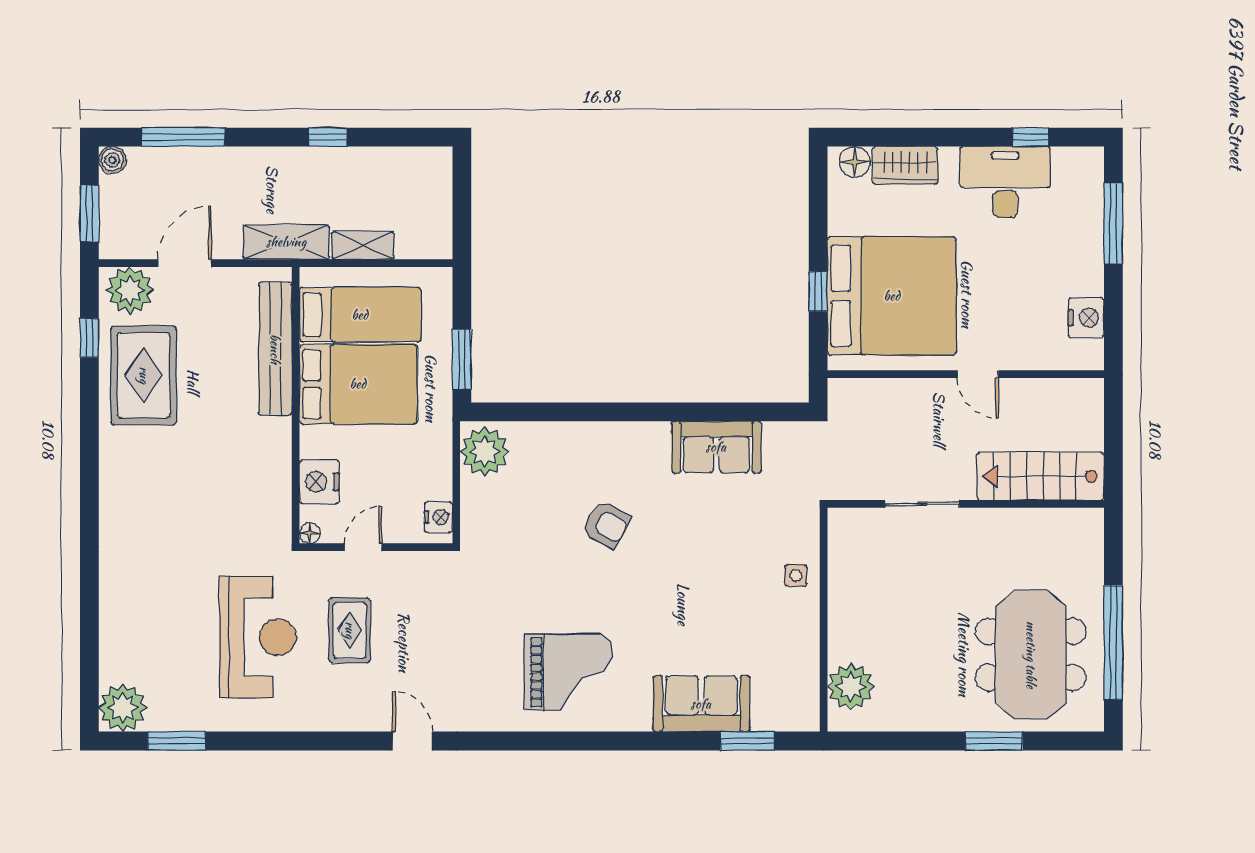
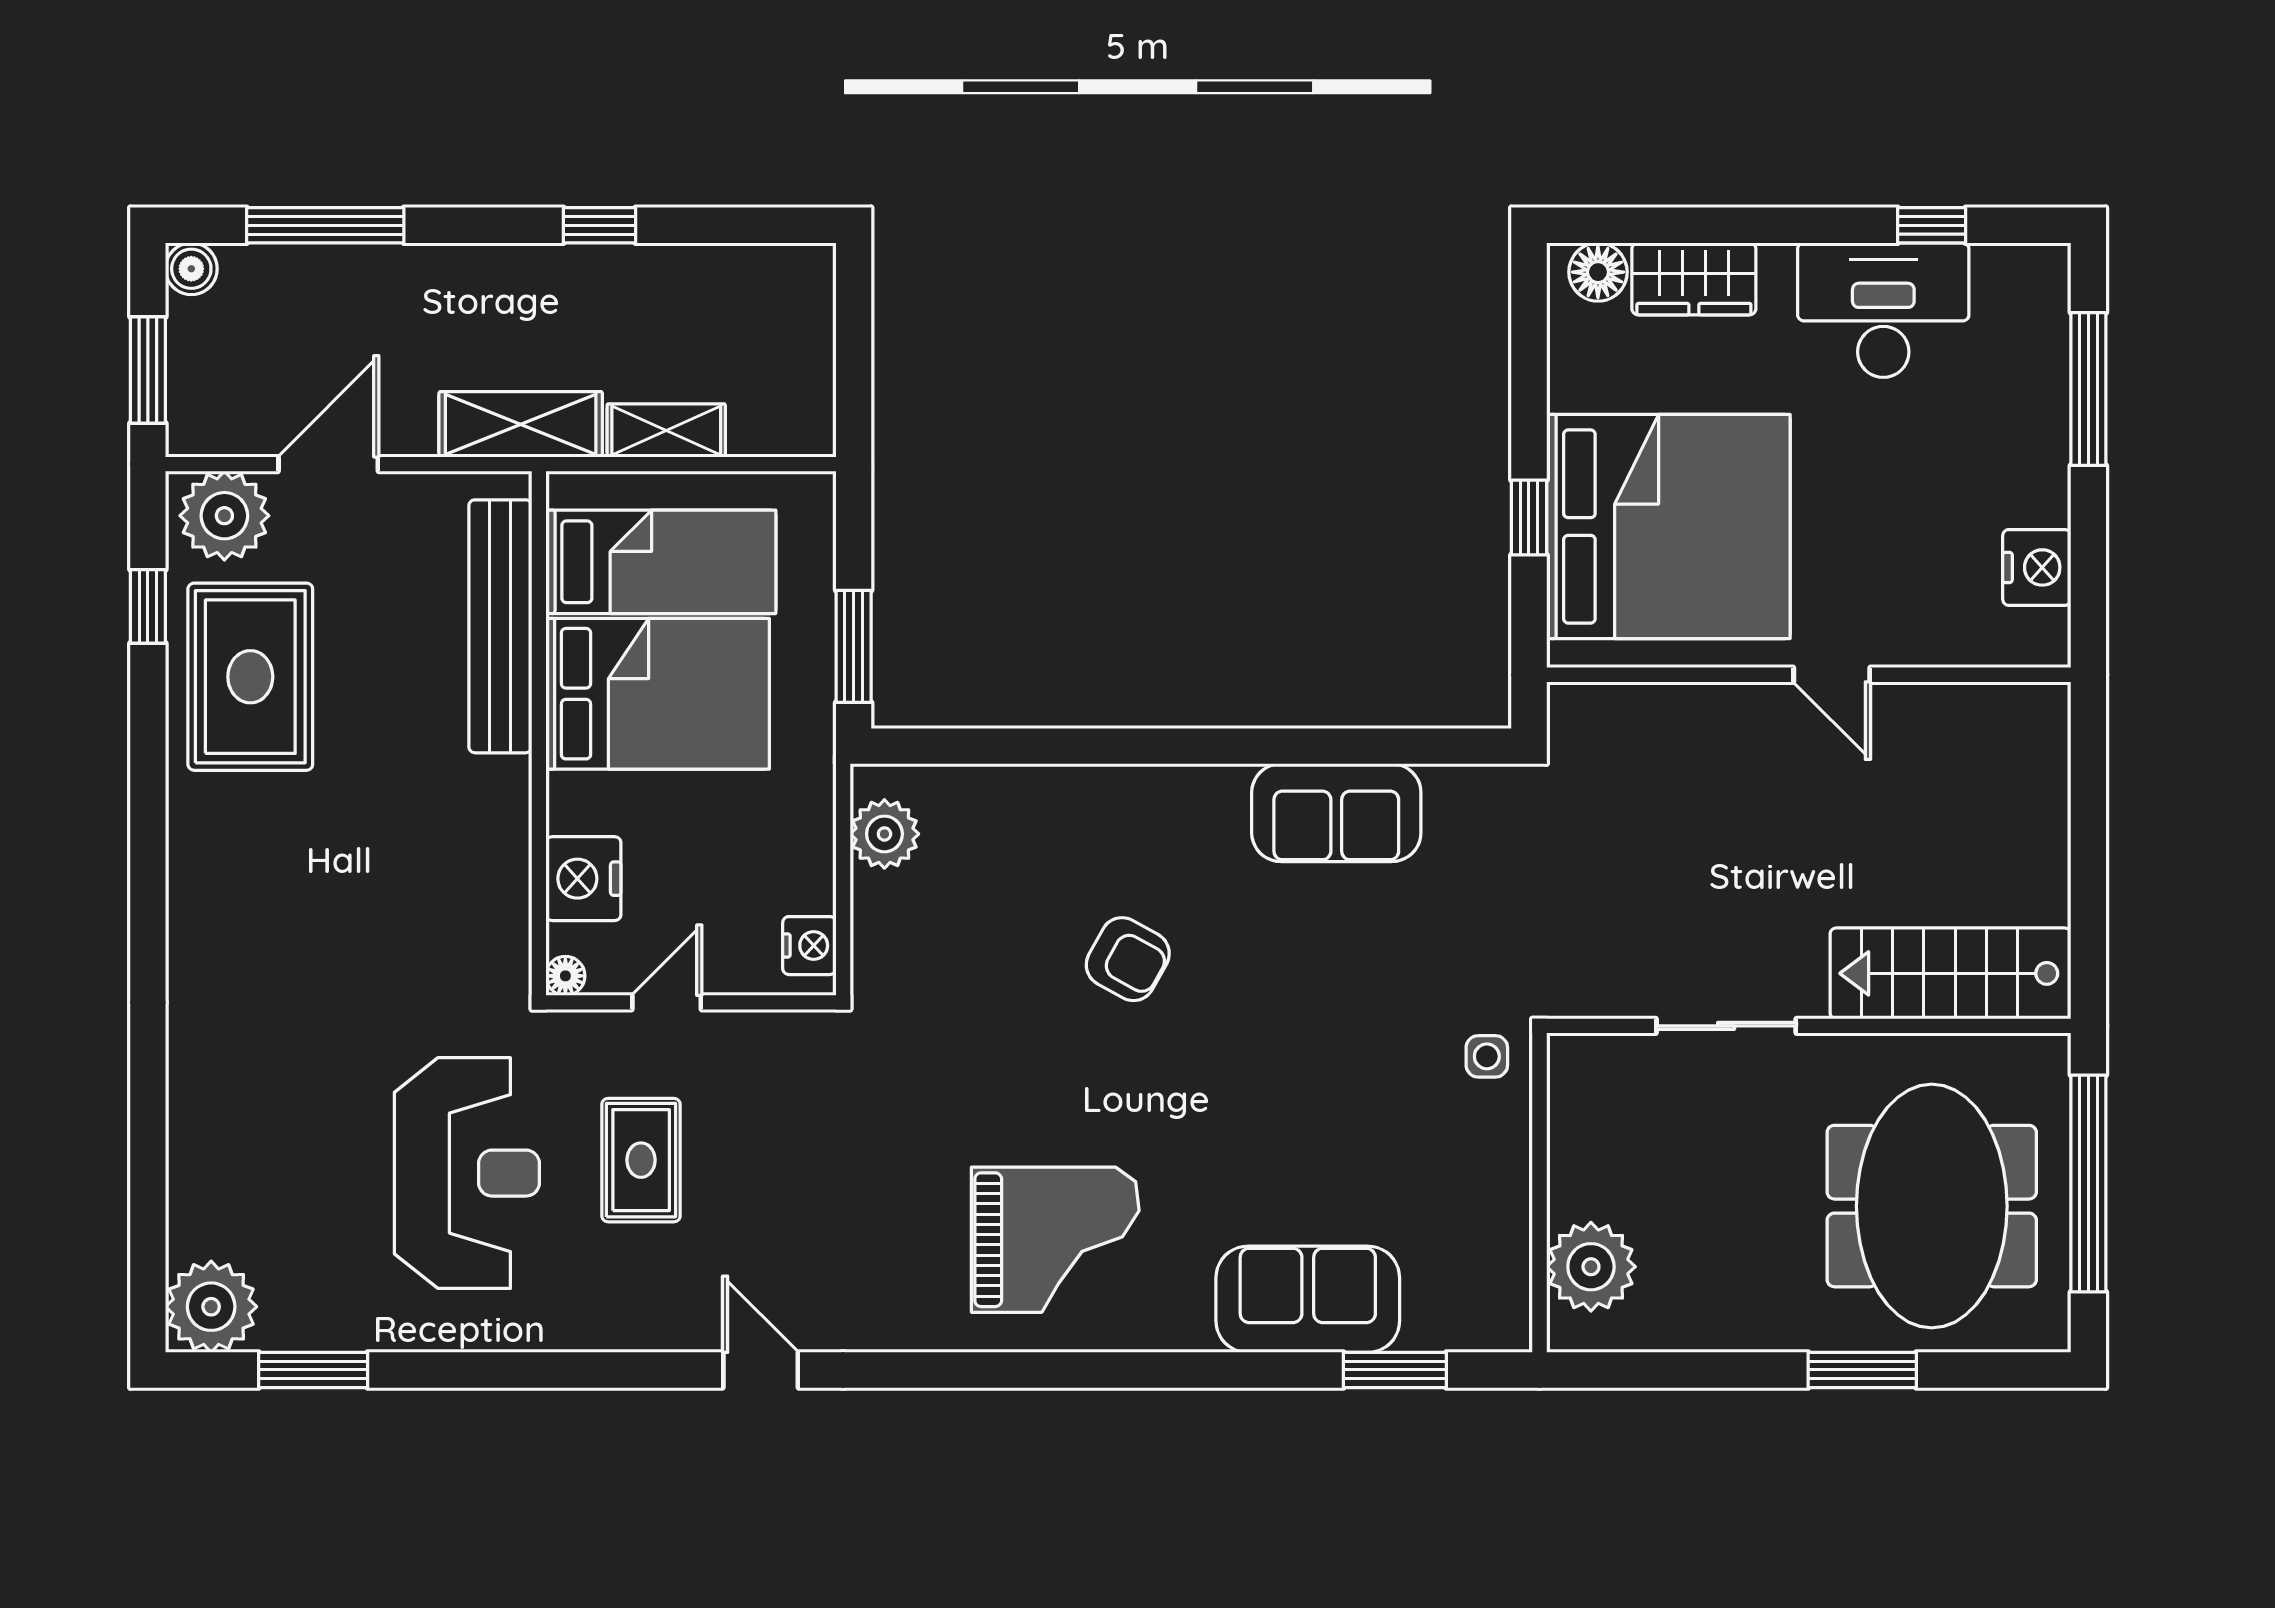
plant: (485, 452) -> (884, 834), width x0.73, depth x0.73
stairs: (1040, 476) -> (1950, 973), moved
sliding door: (922, 504) -> (1726, 1026), moved
wall: (966, 504) -> (1809, 1026), moved

